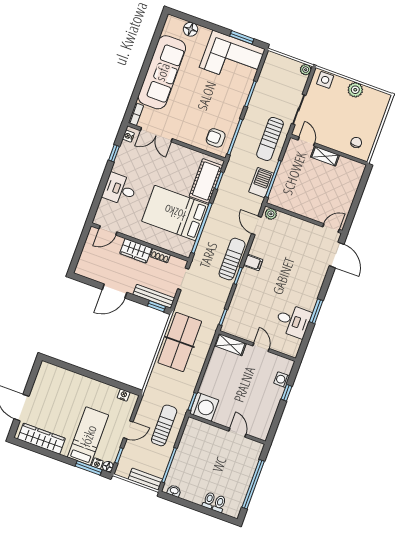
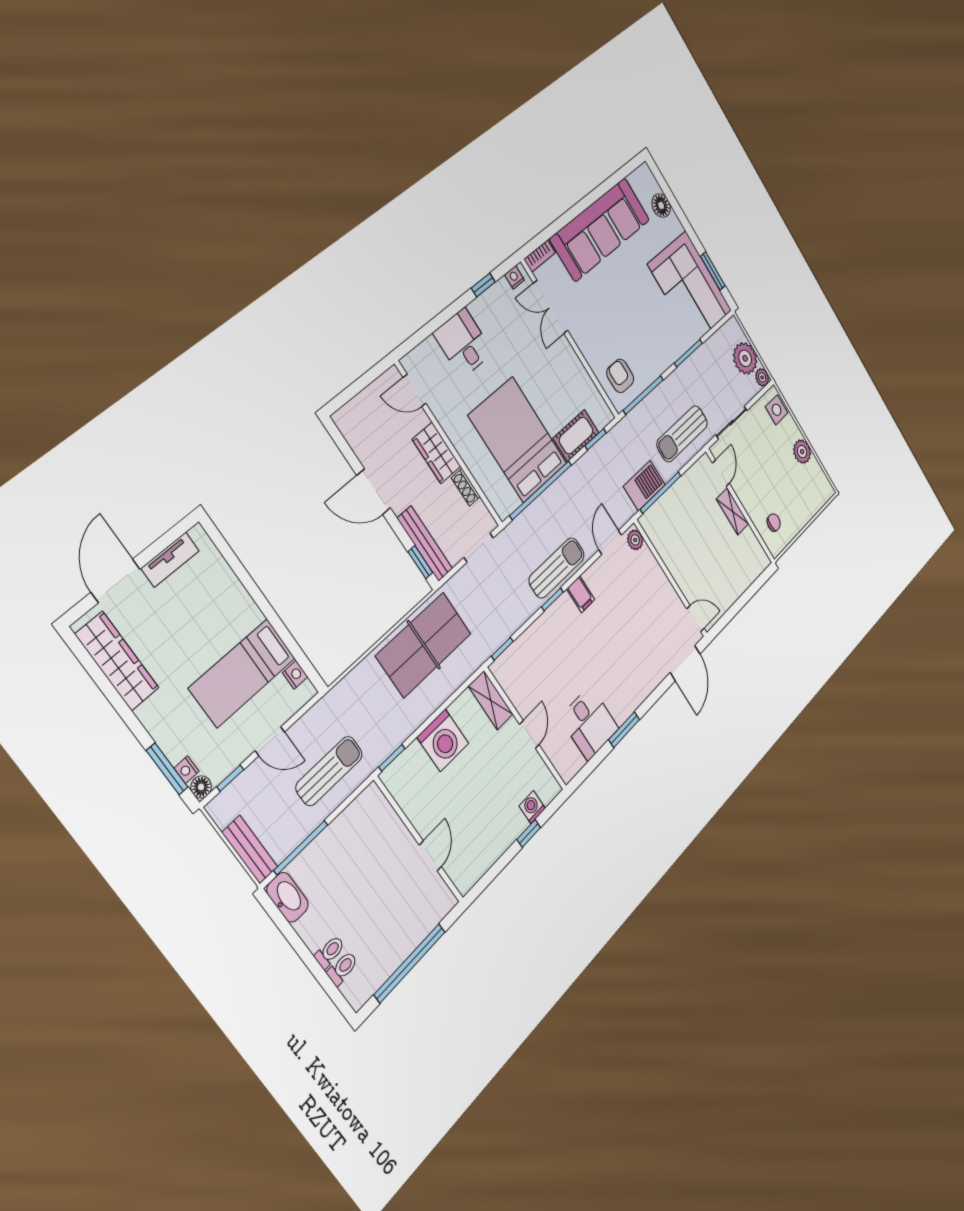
plant: (289, 68) -> (745, 358), added
cot: (206, 181) -> (576, 435), width x0.73, depth x0.75
tv unit: (39, 384) -> (170, 560), added
washing machine: (204, 407) -> (443, 740), moved
bed: (88, 436) -> (242, 673), moved, turned 180
washbasin: (174, 491) -> (288, 897), width x1.91, depth x1.45

